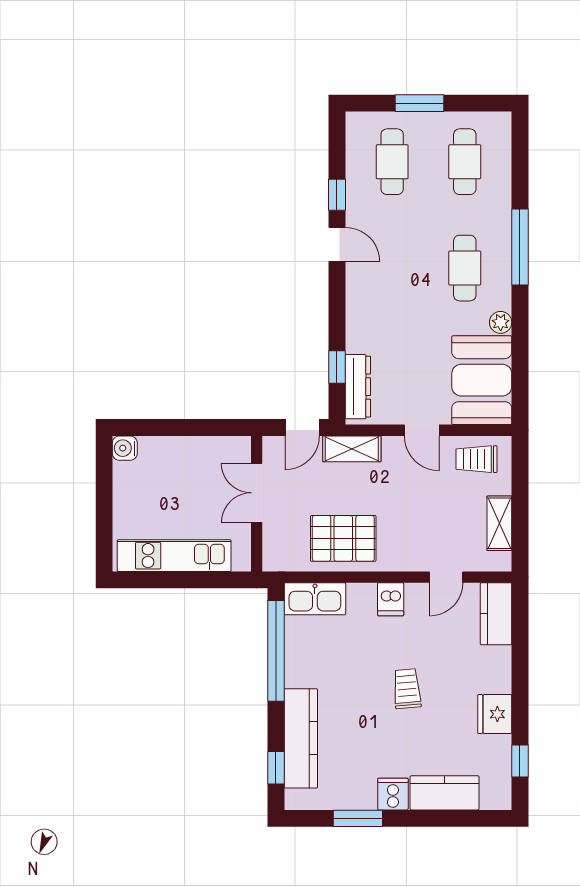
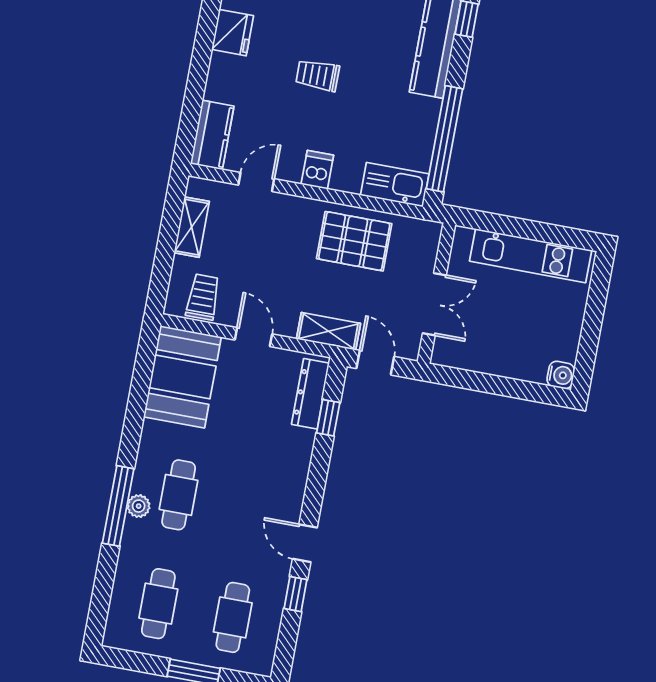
plant: (501, 322) -> (139, 506), moved
door: (302, 427) -> (375, 363), hinge flipped
trolley: (476, 459) -> (203, 297), turned -90
trolley: (407, 689) -> (318, 75), turned 95

